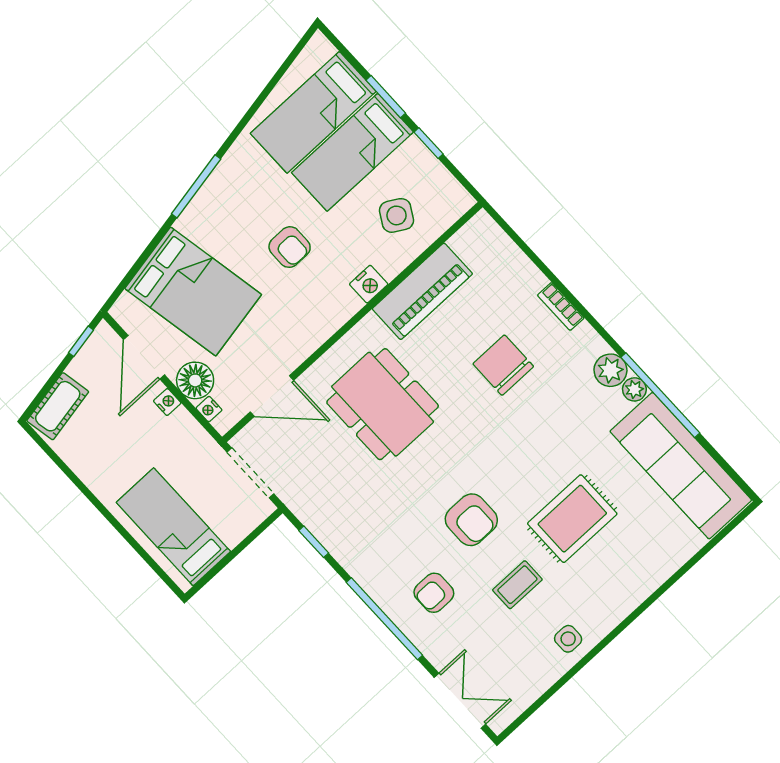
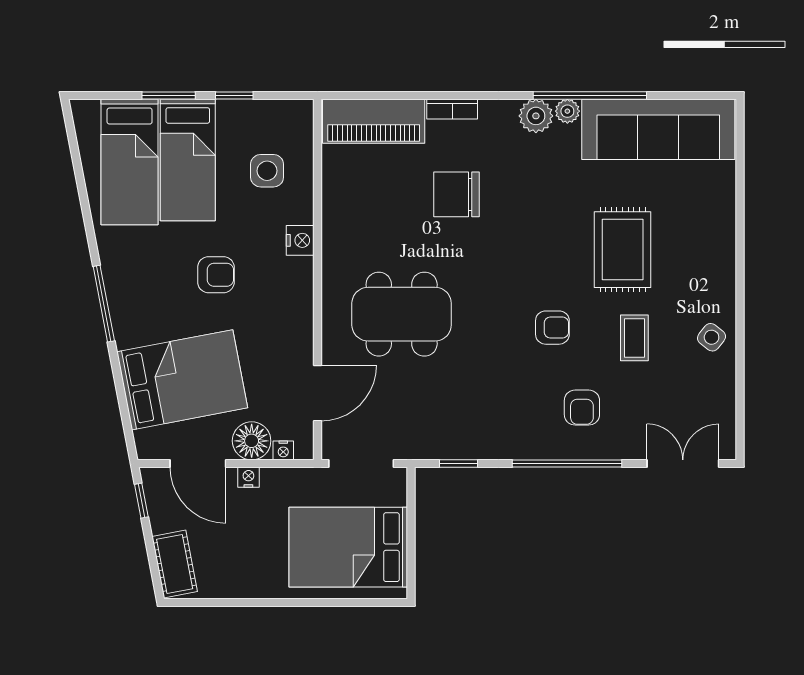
side table: (397, 215) -> (267, 171), turned -30
piano: (422, 291) -> (374, 121), moved, turned 90
armchair: (471, 520) -> (552, 328), width x0.72, depth x0.72
bed: (173, 527) -> (348, 547), width x1.50
side table: (568, 639) -> (712, 337), turned 38

